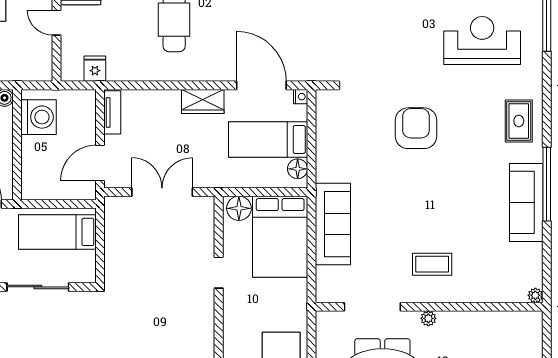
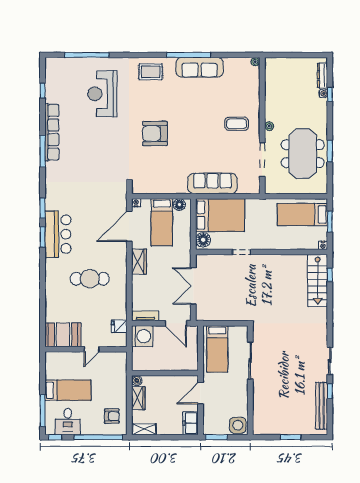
washing machine: (38, 117) -> (142, 336), moved, turned 90
coffee table: (432, 264) -> (237, 124), turned 90

